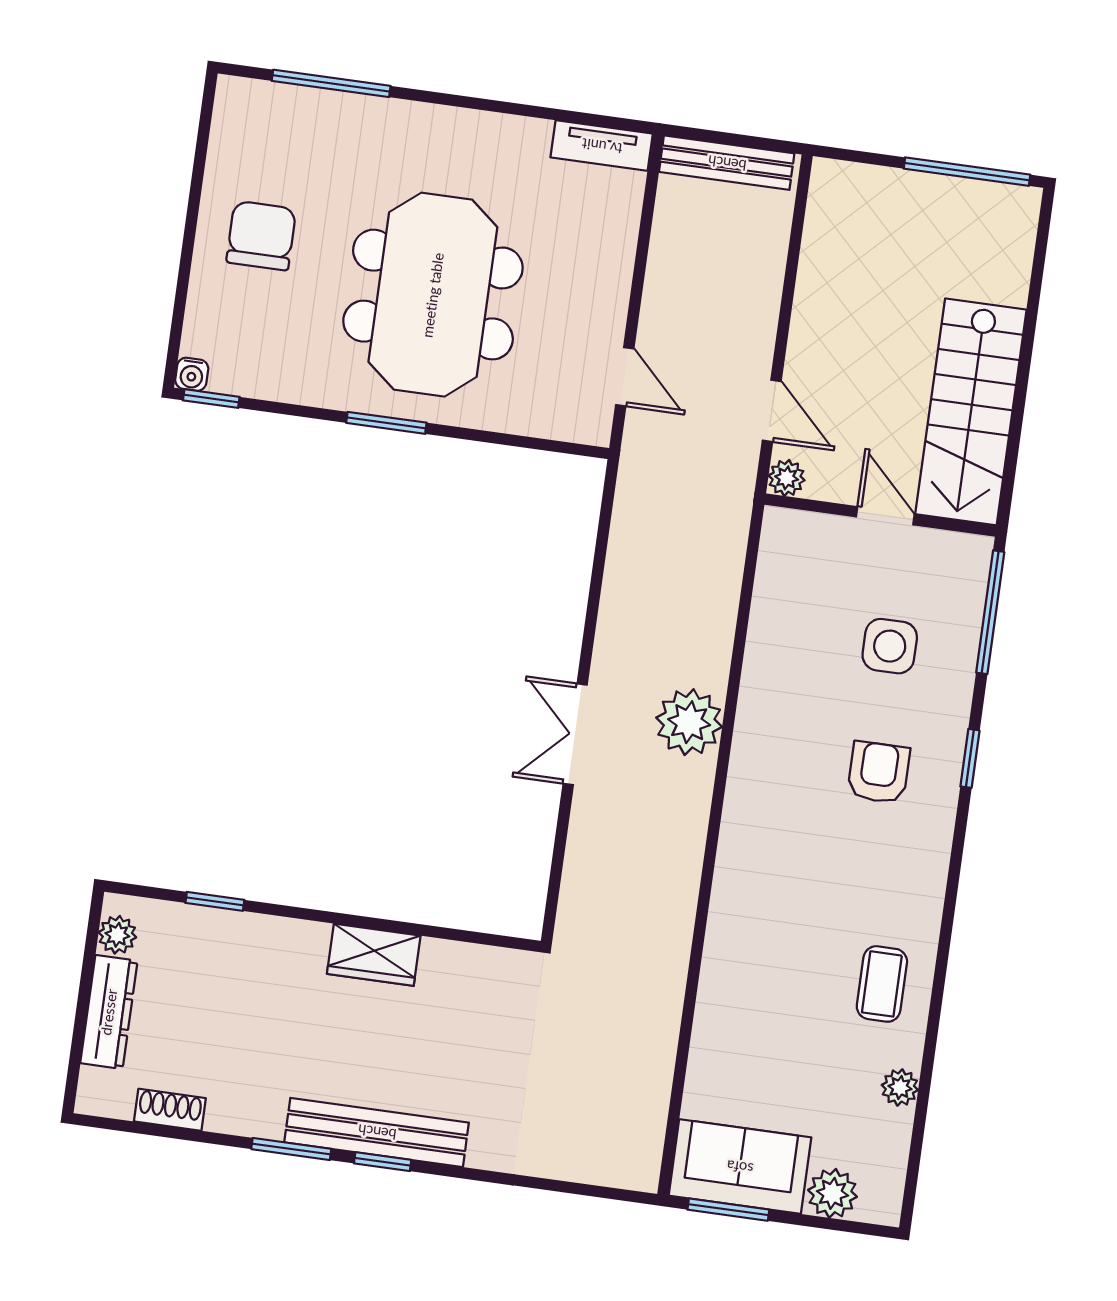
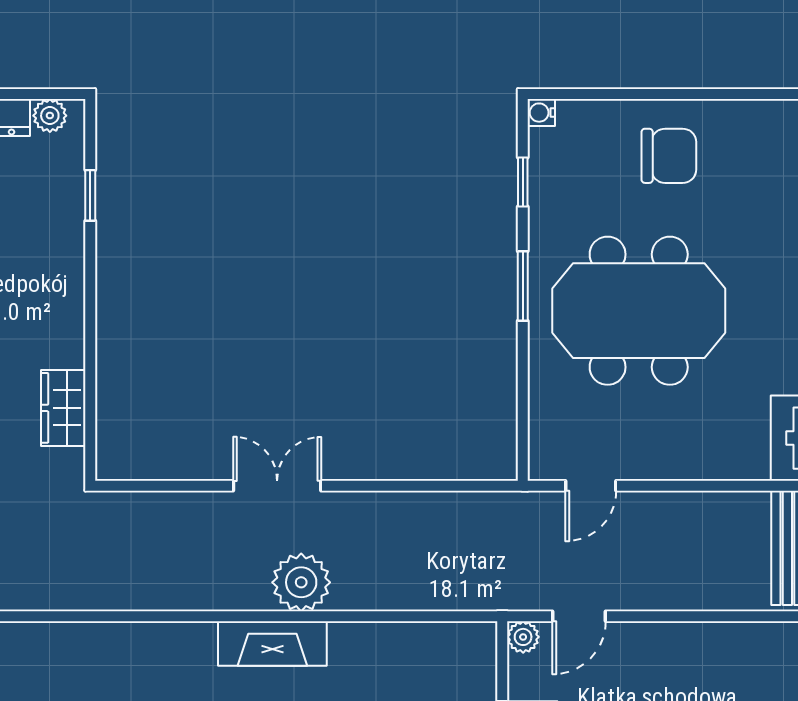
window: (211, 399) -> (523, 182), moved
fireplace: (754, 765) -> (272, 643), added
wardrobe: (374, 955) -> (63, 408), moved

